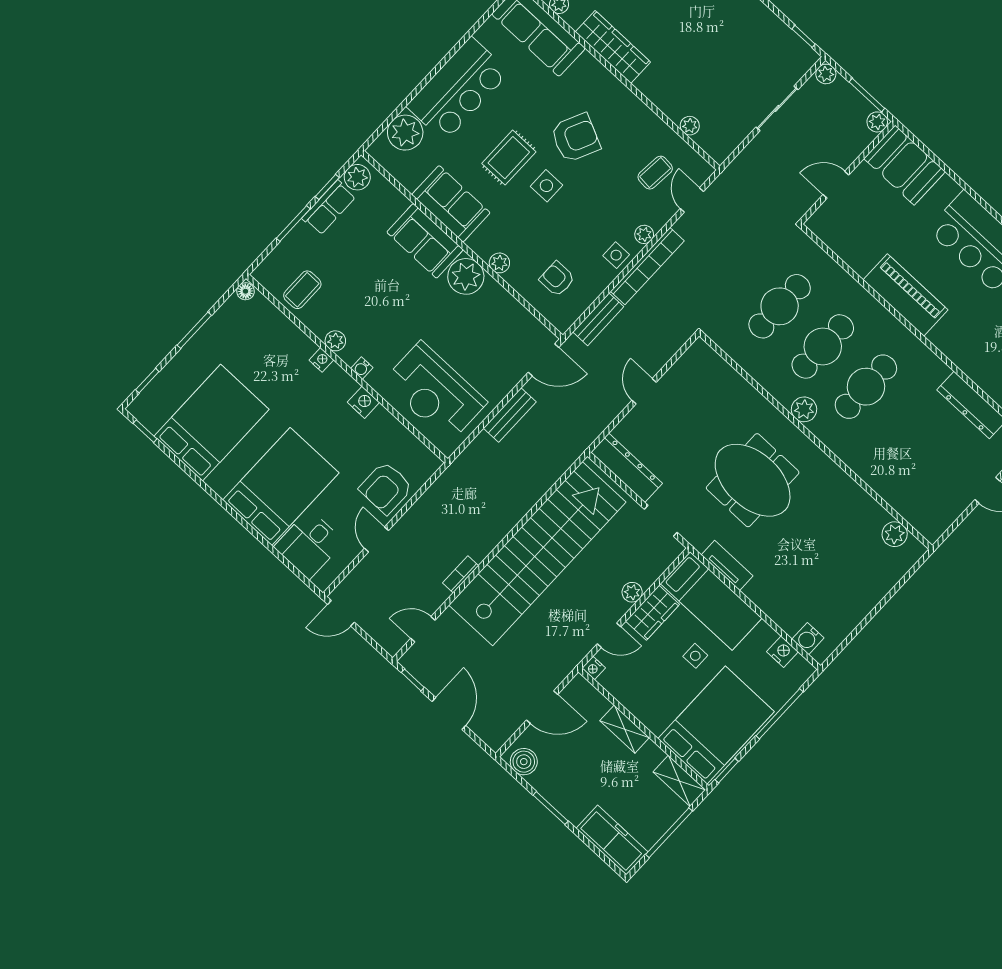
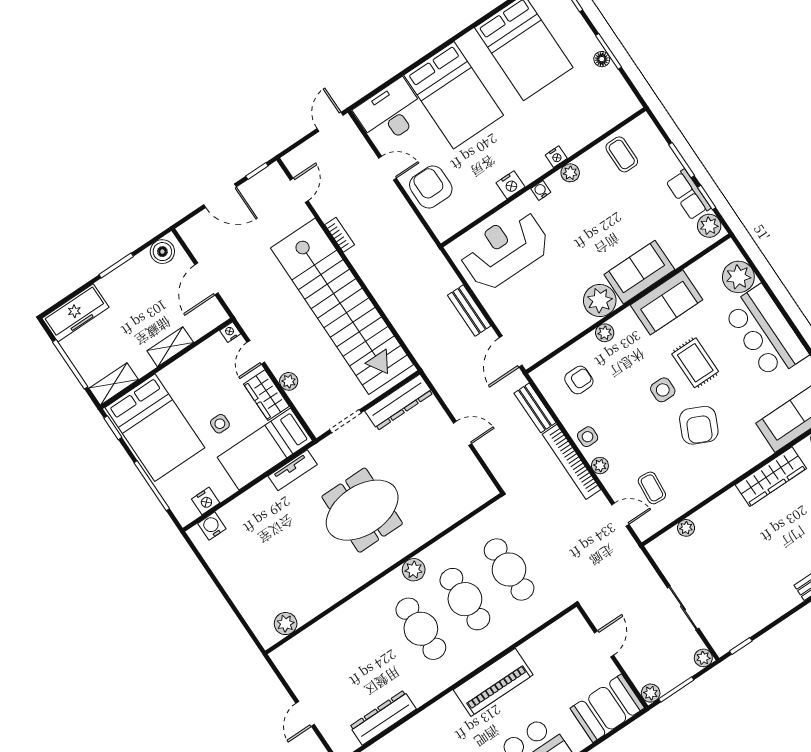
floor lamp: (245, 291) -> (602, 59), moved
desk: (309, 544) -> (390, 113), width x1.37

